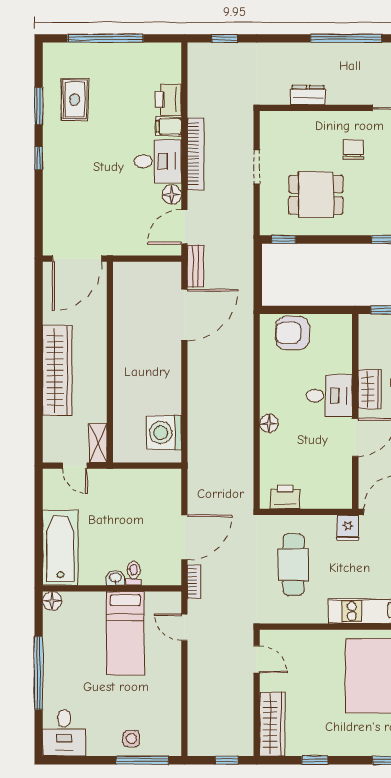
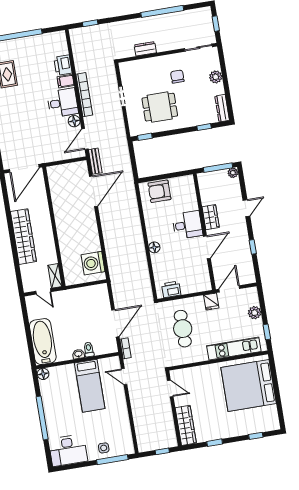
desk: (64, 733) -> (68, 450), width x1.37

